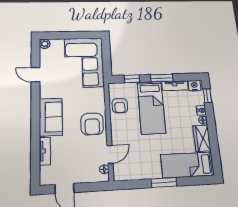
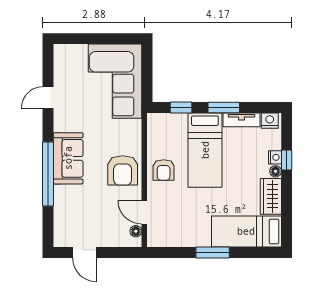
plant: (45, 44) -> (61, 51), removed
door: (35, 75) -> (48, 97), hinge flipped
window: (207, 96) -> (287, 160), moved
armchair: (120, 106) -> (164, 170), moved
window: (35, 129) -> (48, 174), added
tv unit: (45, 151) -> (60, 204), removed
door: (110, 154) -> (144, 212), swing flipped

